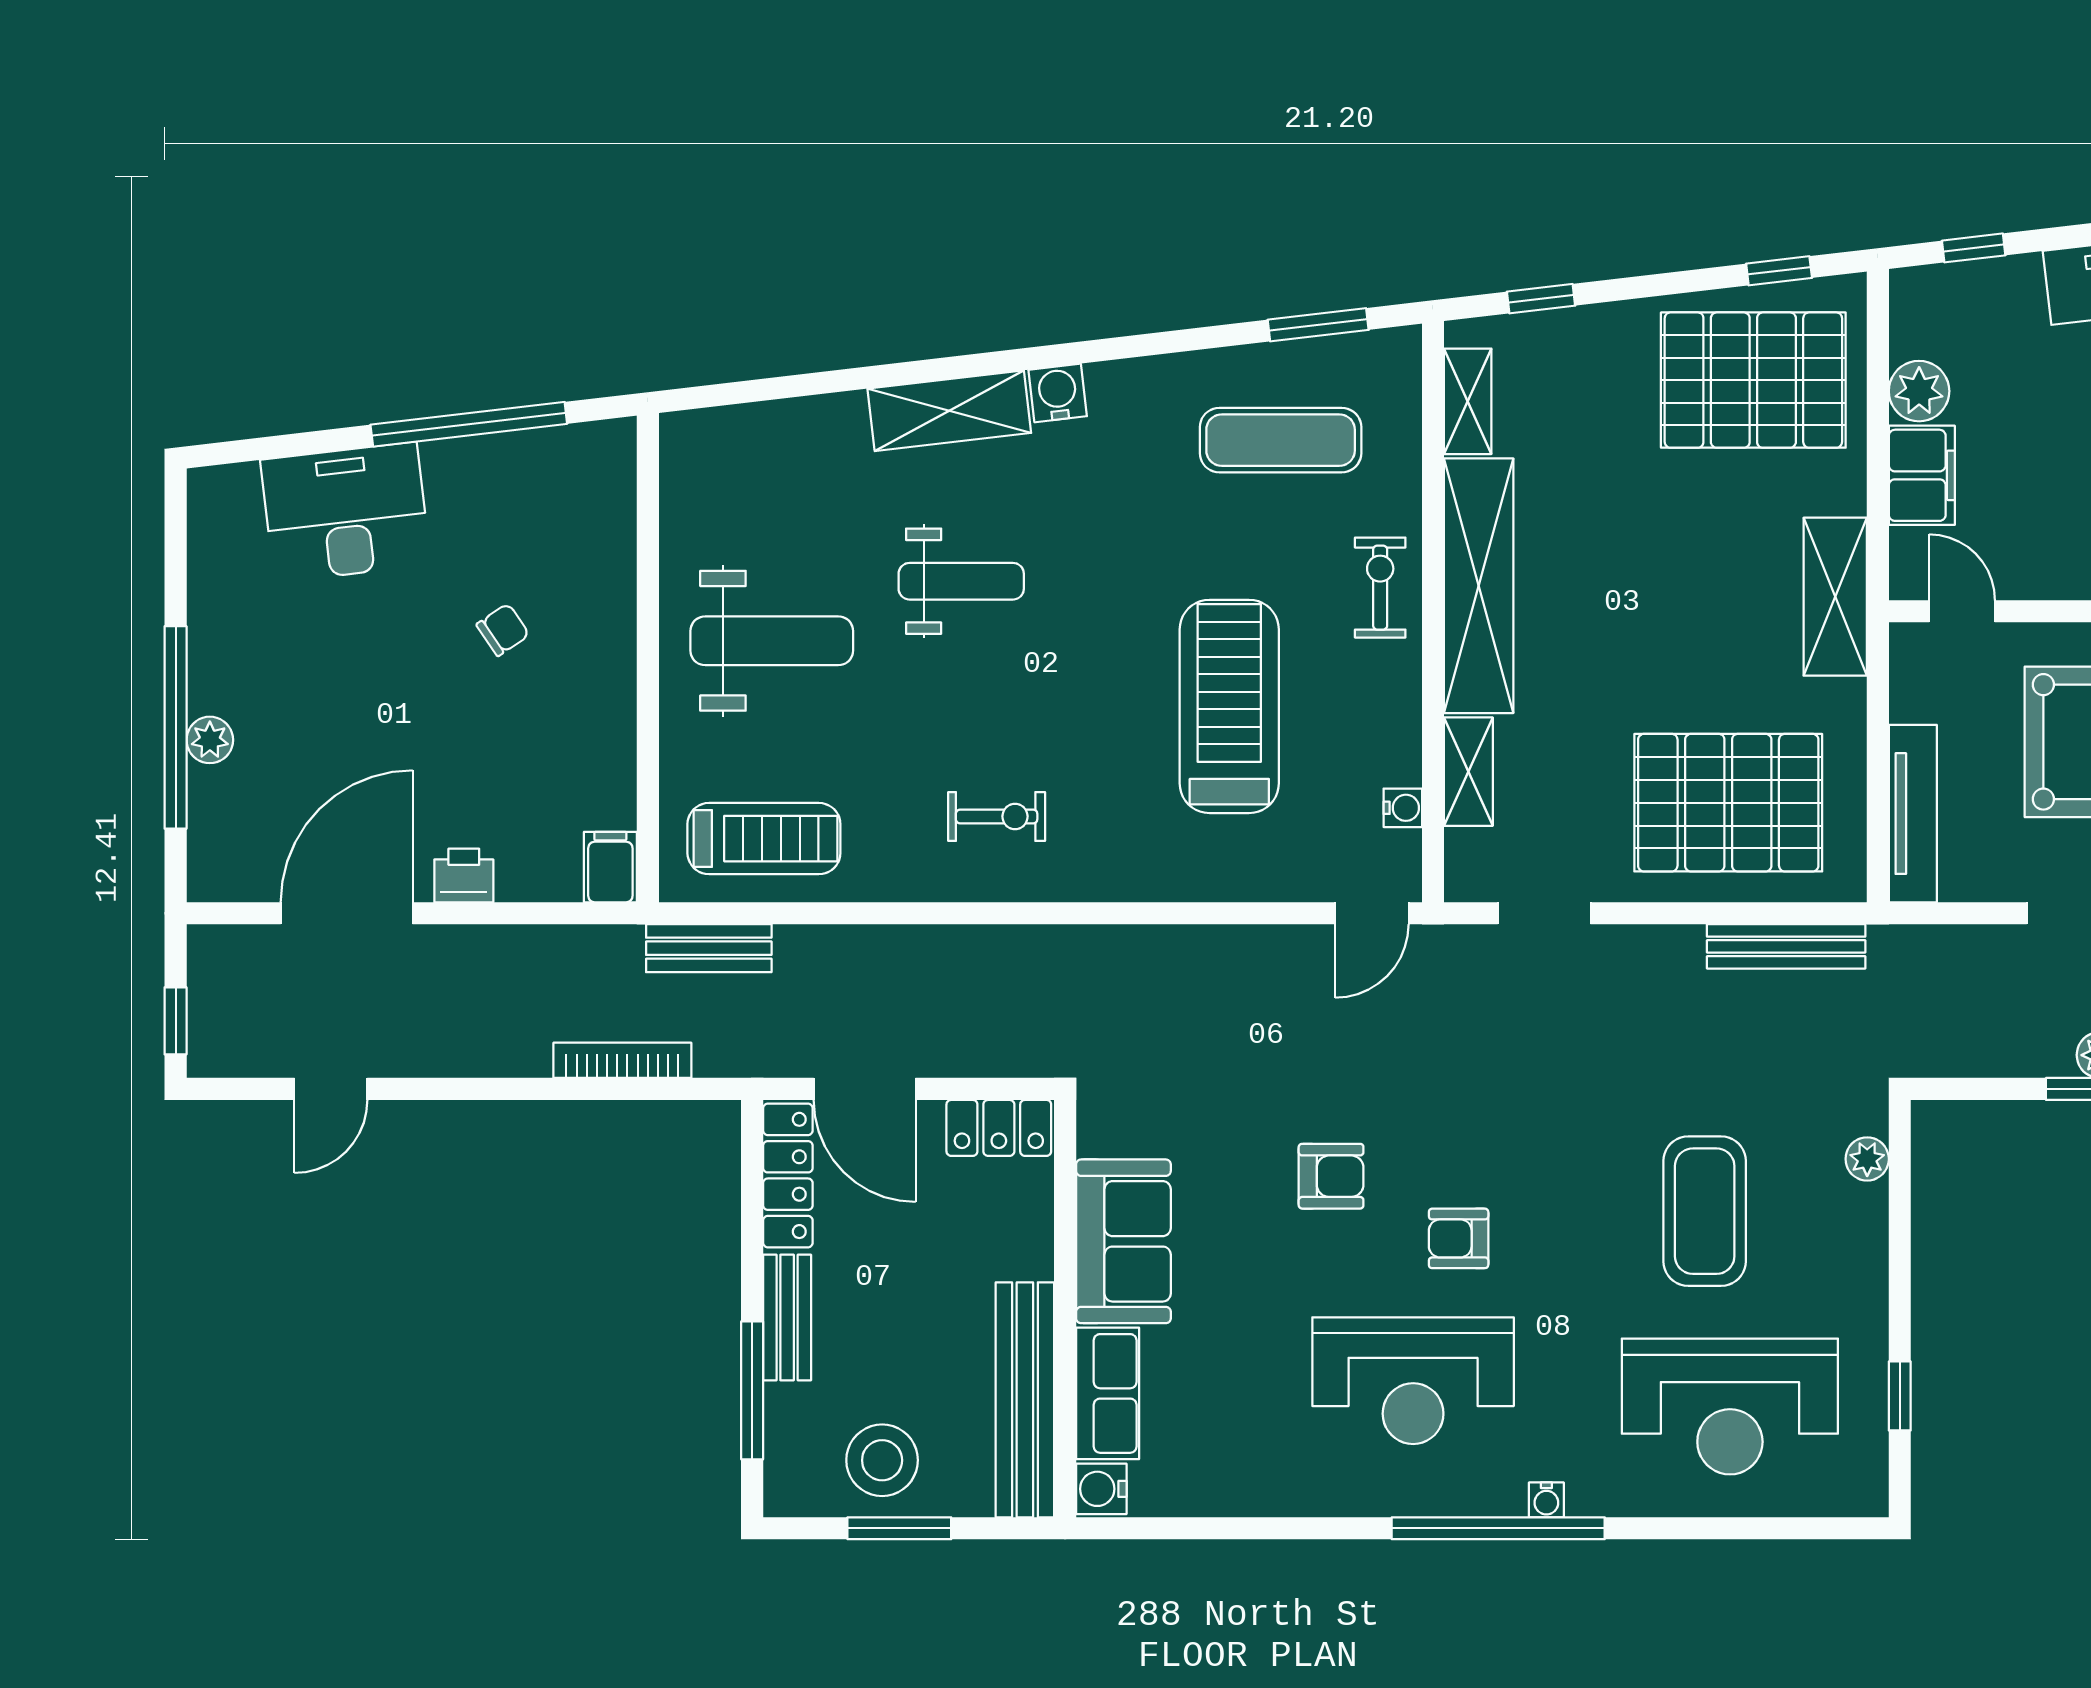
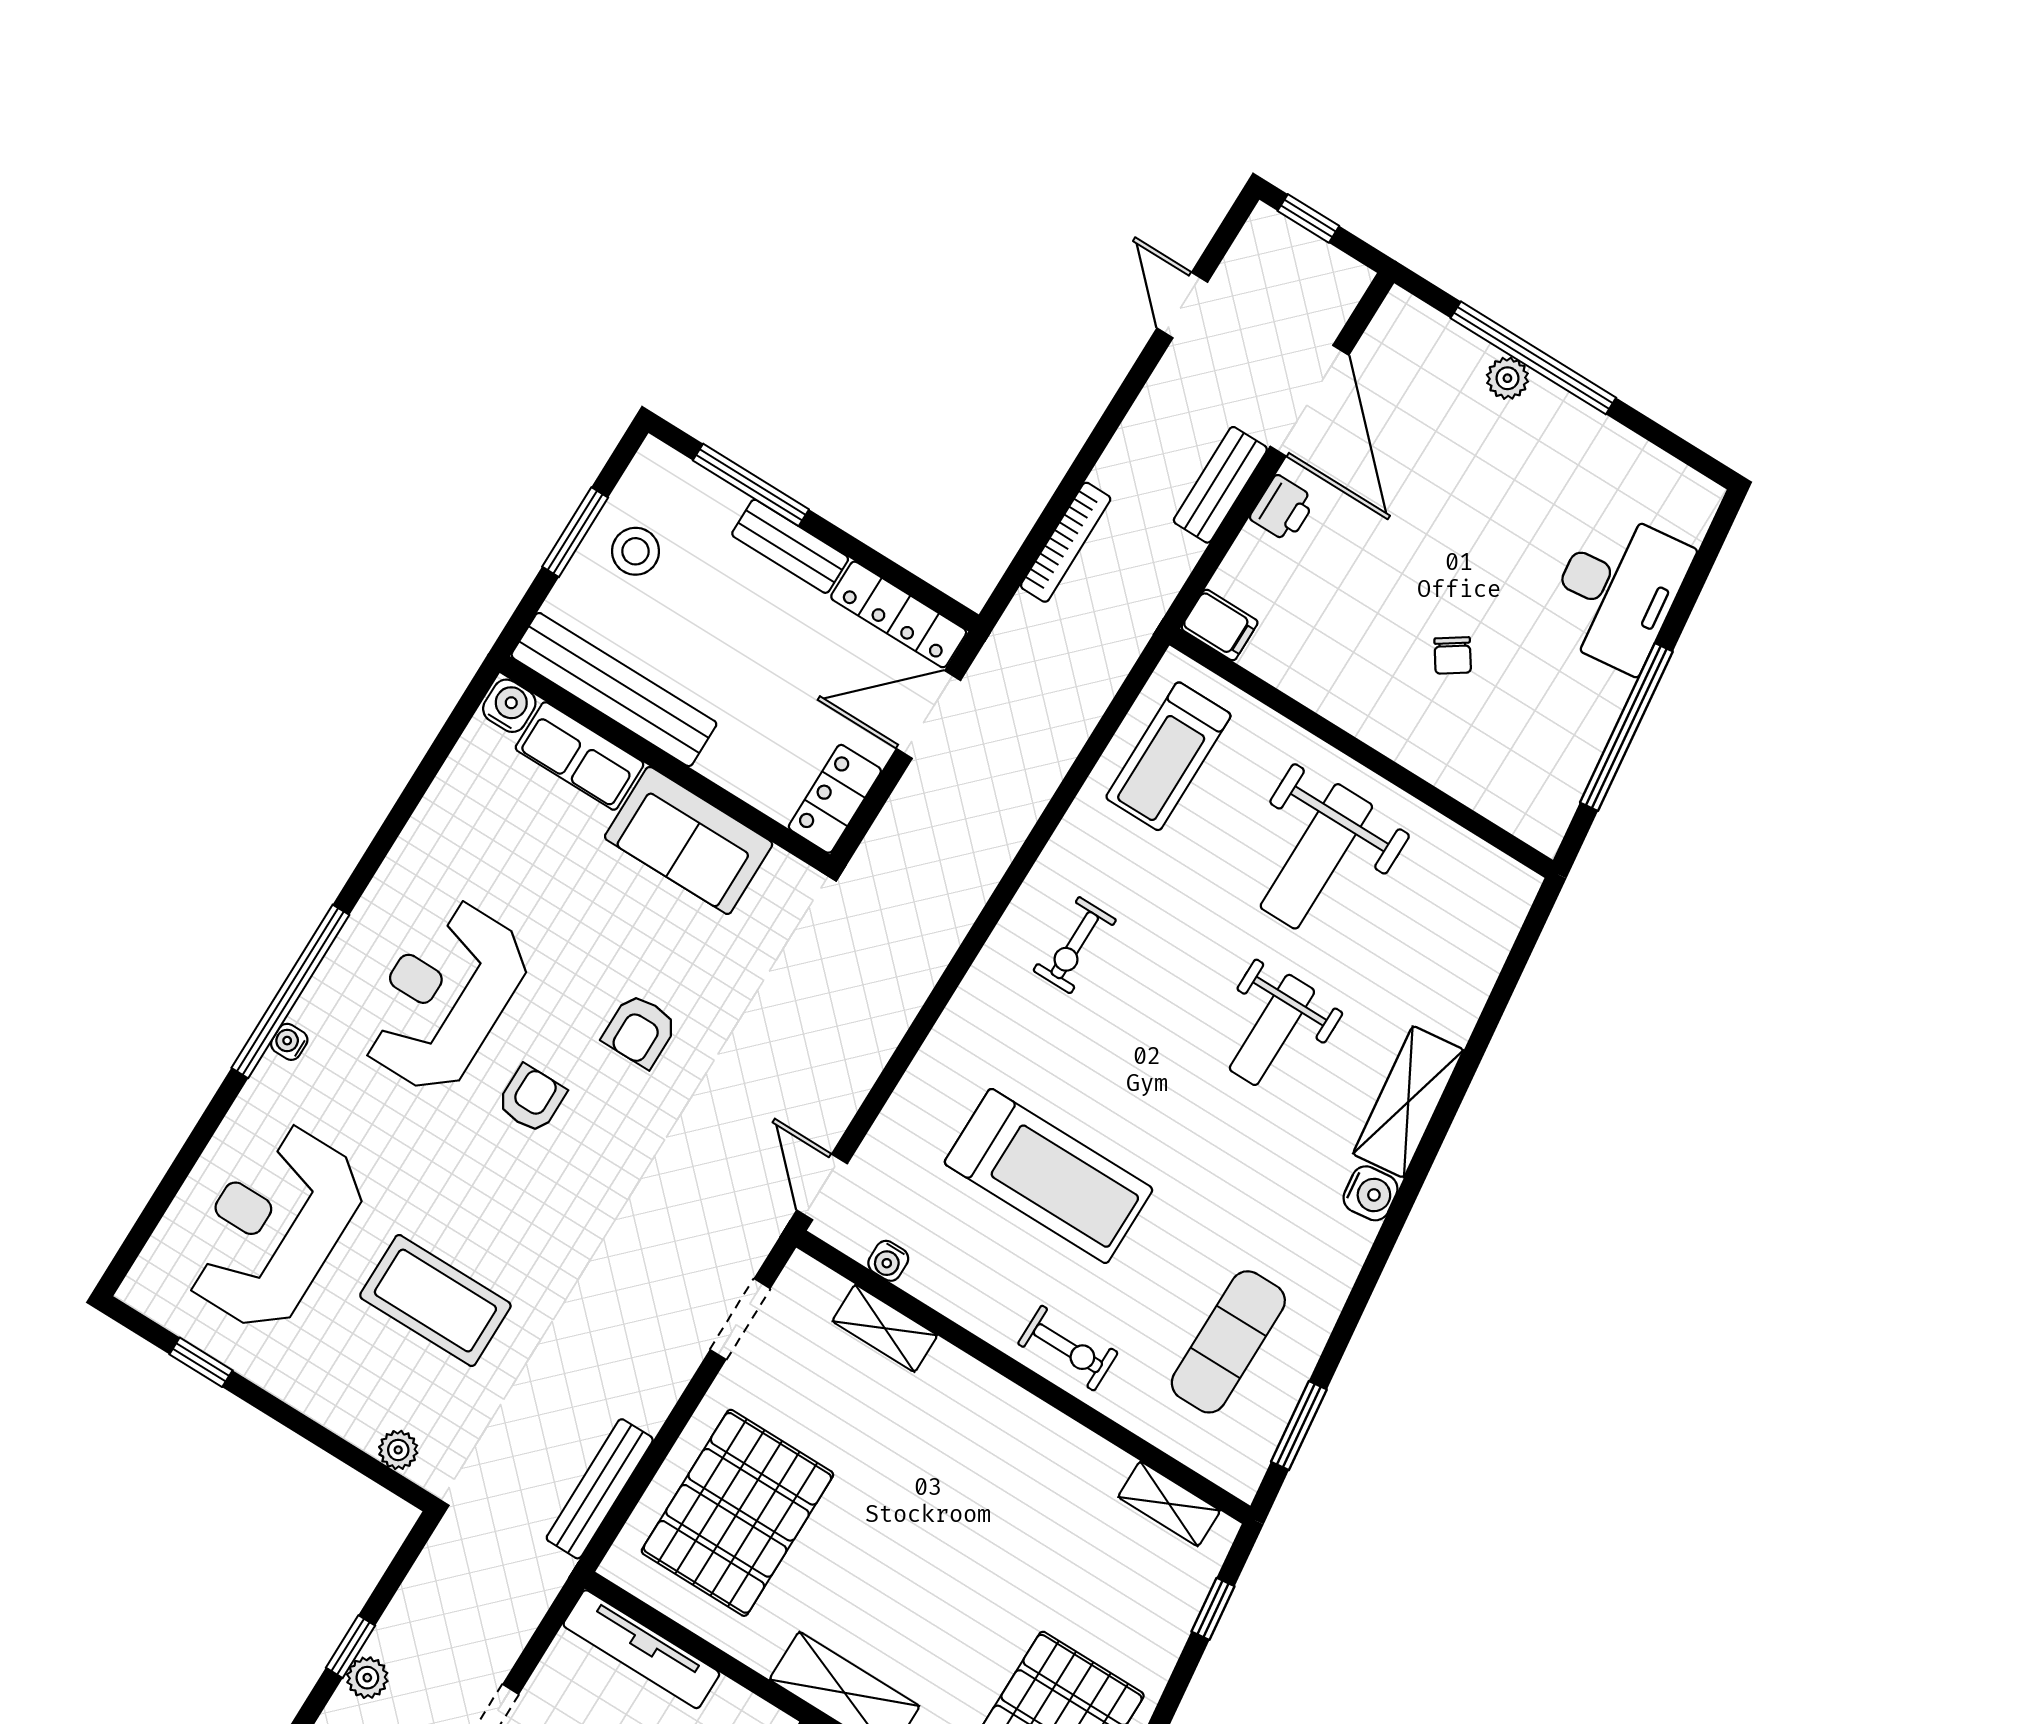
shelving: (1479, 586) -> (1022, 1425), removed
bench: (709, 948) -> (1220, 485), moved
stool: (882, 1460) -> (636, 551), width x0.73, depth x0.73

